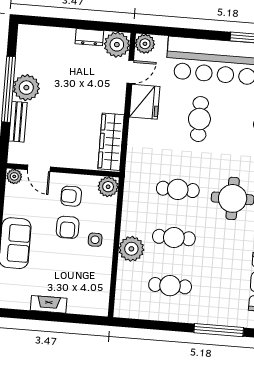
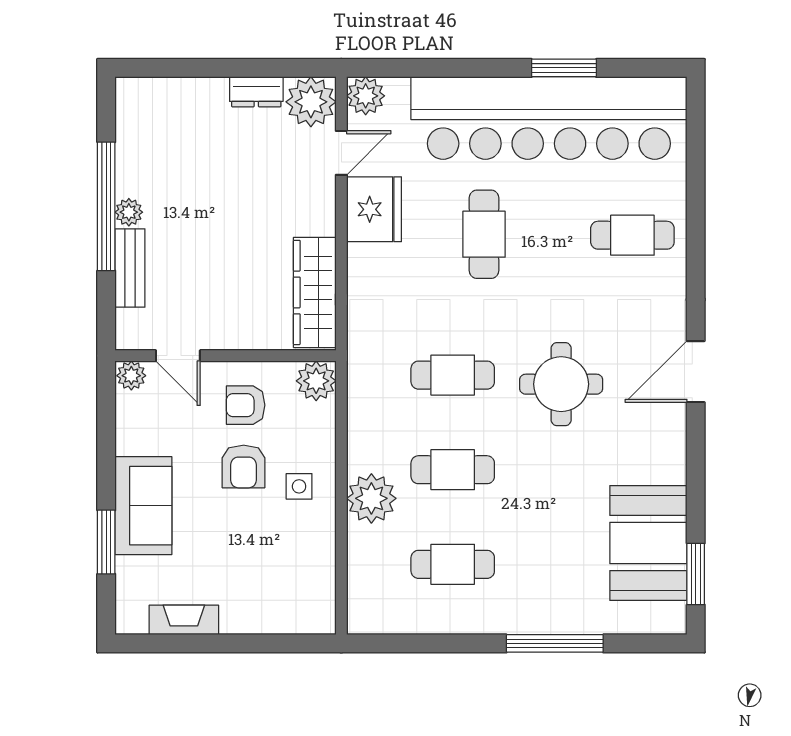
plant: (26, 88) -> (129, 212), width x0.53, depth x0.53
fireplace: (49, 304) -> (184, 620), moved

